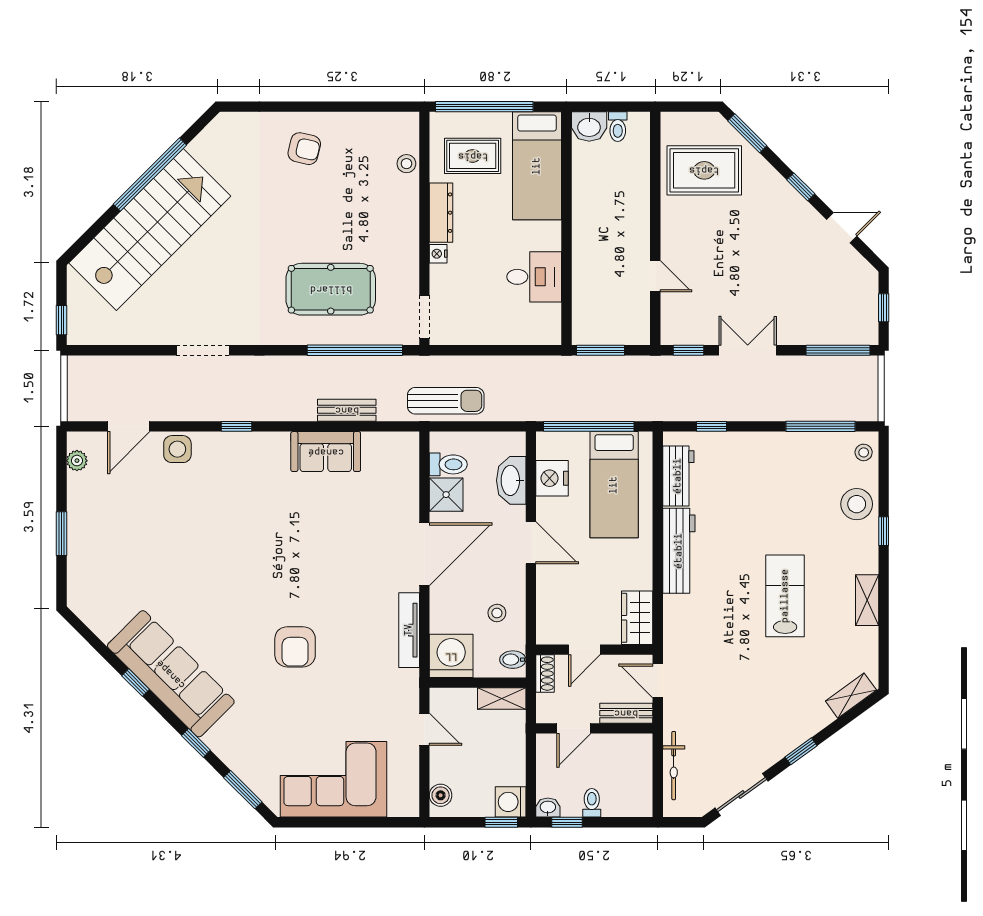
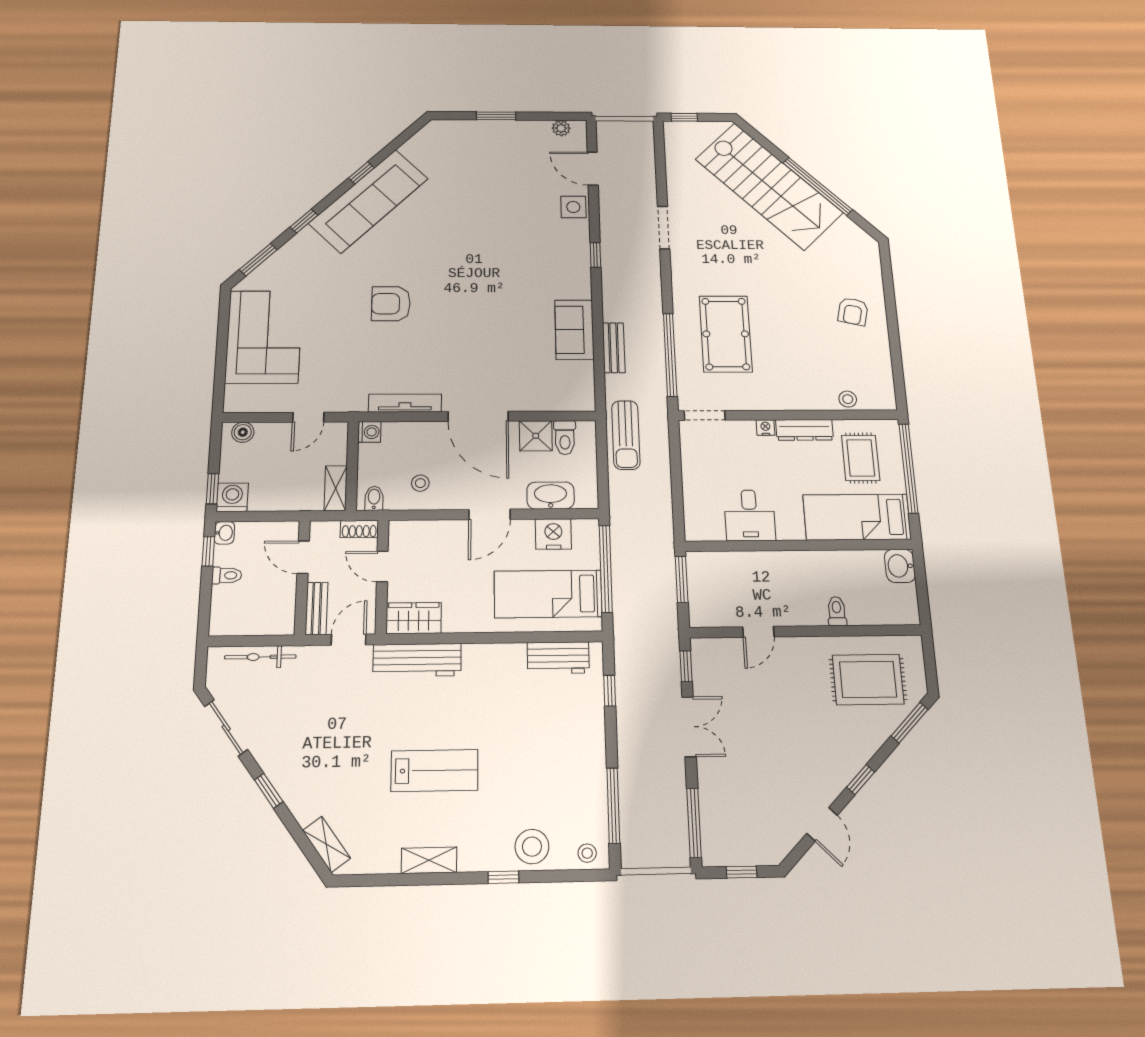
toilet: (618, 127) -> (837, 611), moved, turned 90
rug: (704, 170) -> (868, 679), turned 90
workbench: (679, 551) -> (417, 660), moved
washing machine: (451, 656) -> (369, 432), width x0.53, depth x0.53

